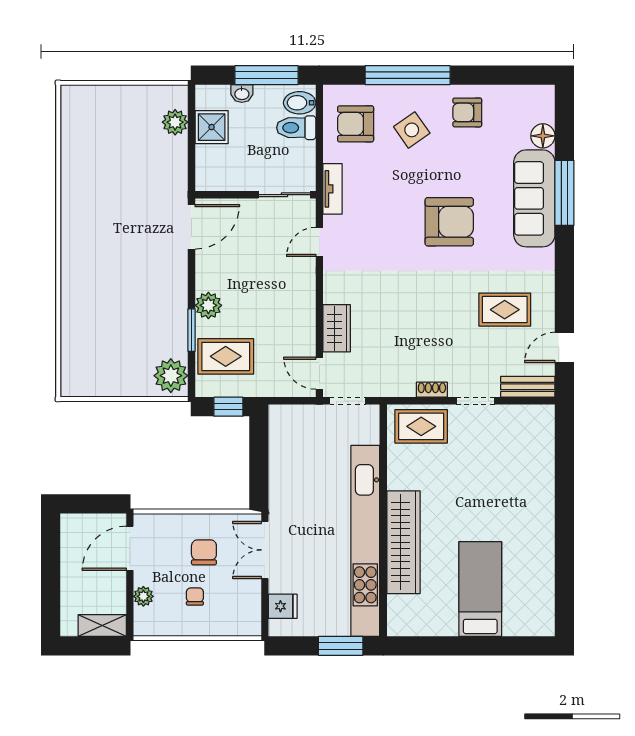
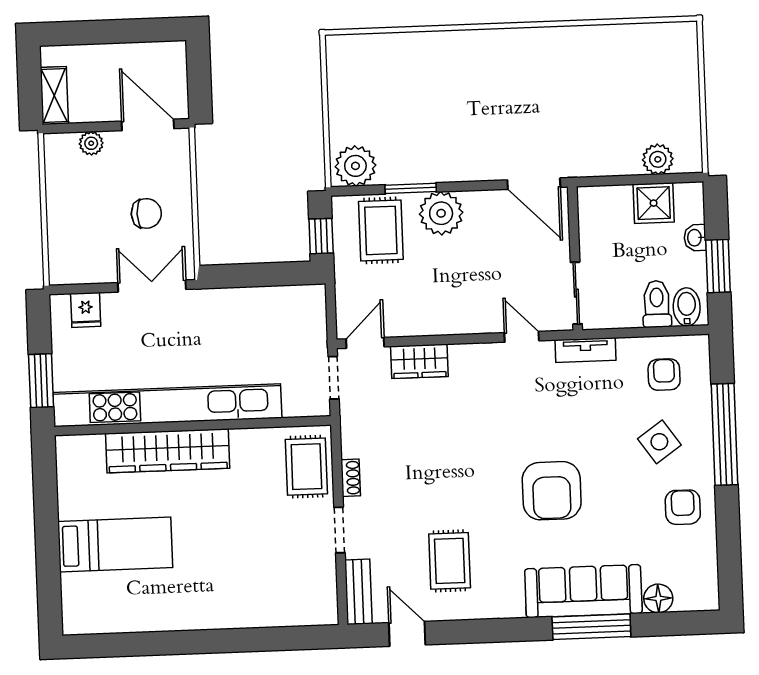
window: (266, 75) -> (718, 266), width x0.69
armchair: (356, 124) -> (664, 375), width x0.72, depth x0.72
plant: (208, 305) -> (441, 213), width x1.36, depth x1.36
chair: (195, 596) -> (93, 205), removed

